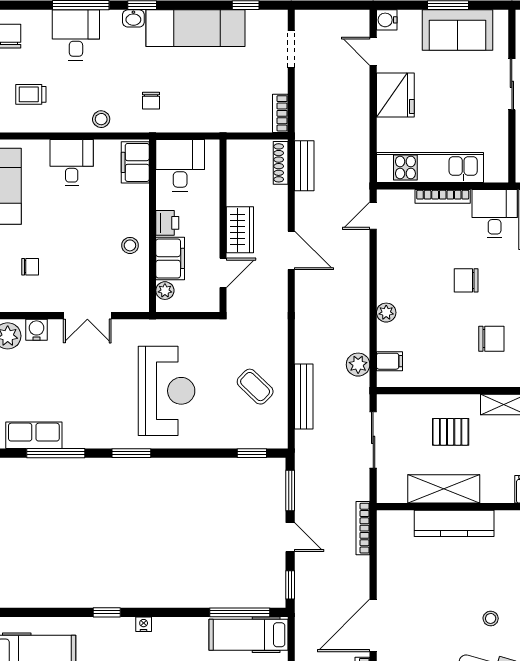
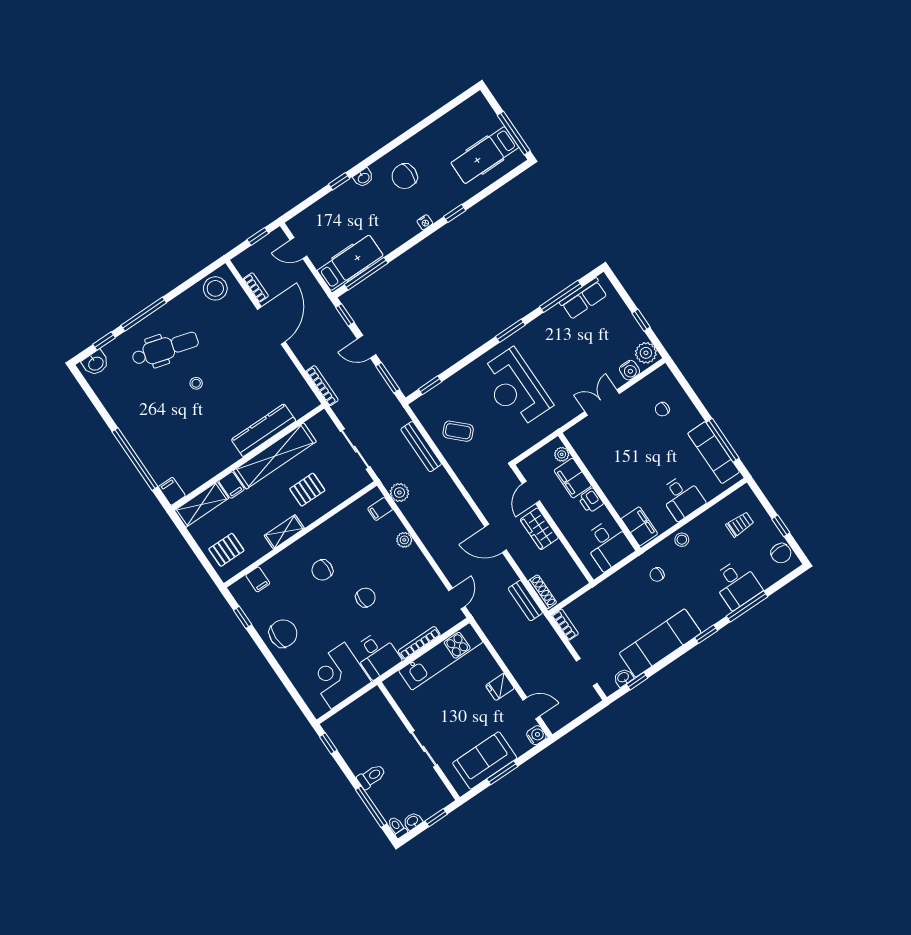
washbasin: (133, 18) -> (623, 678), moved
fridge: (395, 95) -> (500, 687), width x0.53, depth x0.75
chair: (151, 101) -> (657, 575), turned -90
stool: (130, 245) -> (605, 469), removed
shelving: (444, 489) -> (275, 456), width x1.47

